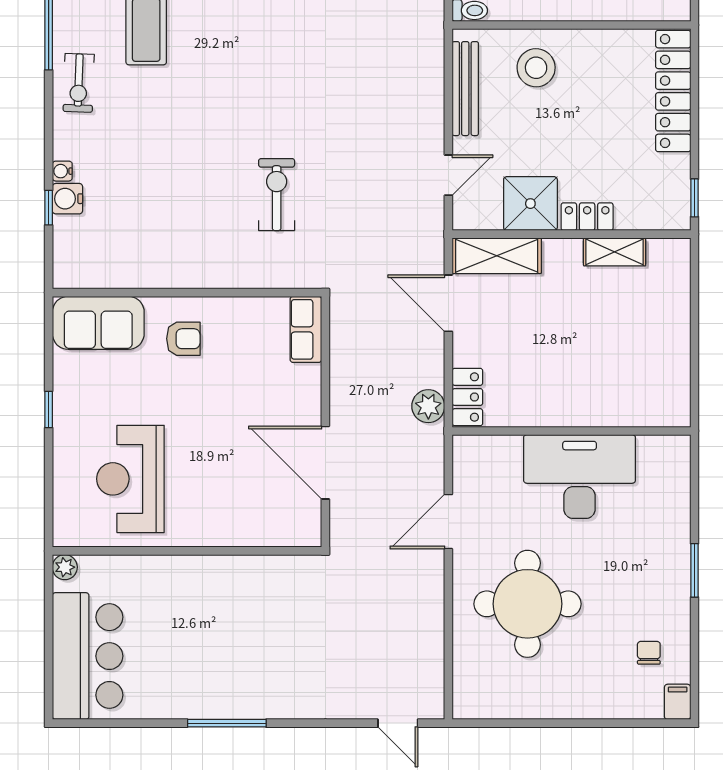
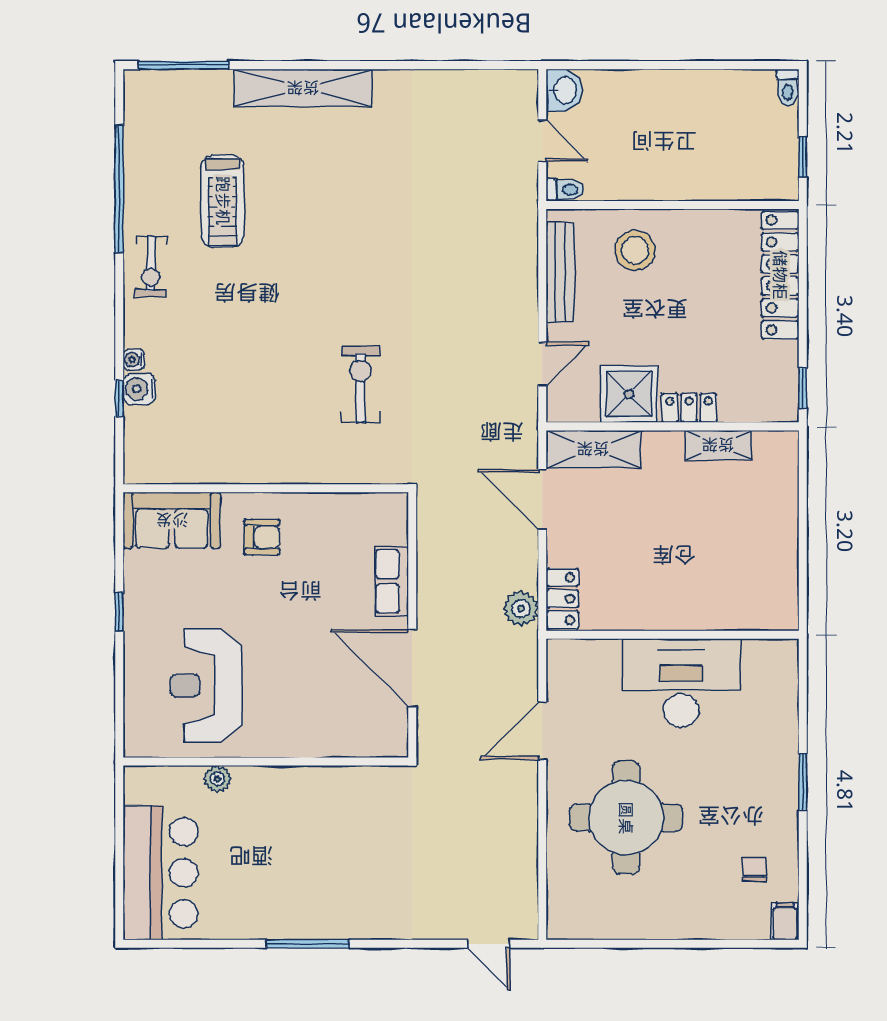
row of seats: (306, 329) -> (391, 581), moved
plant: (65, 567) -> (217, 779), moved

